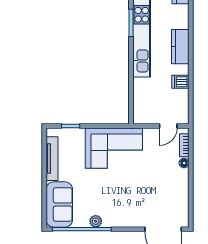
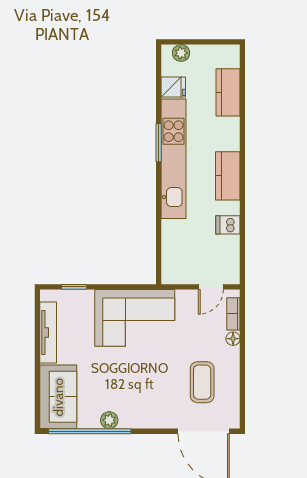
coffee table: (162, 194) -> (202, 382), added

